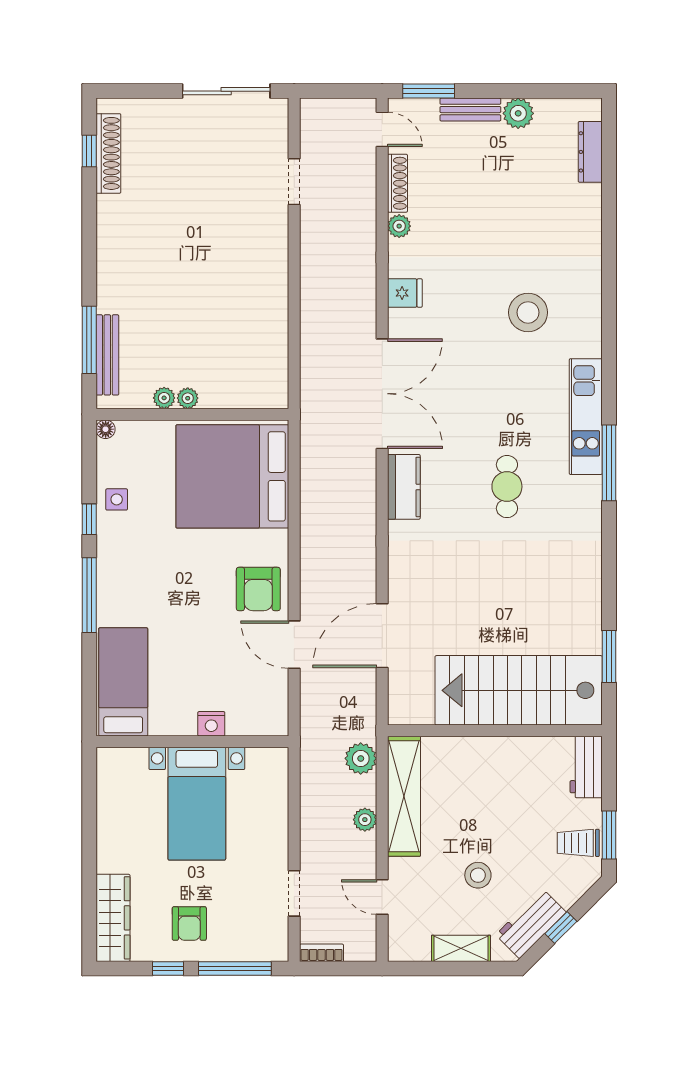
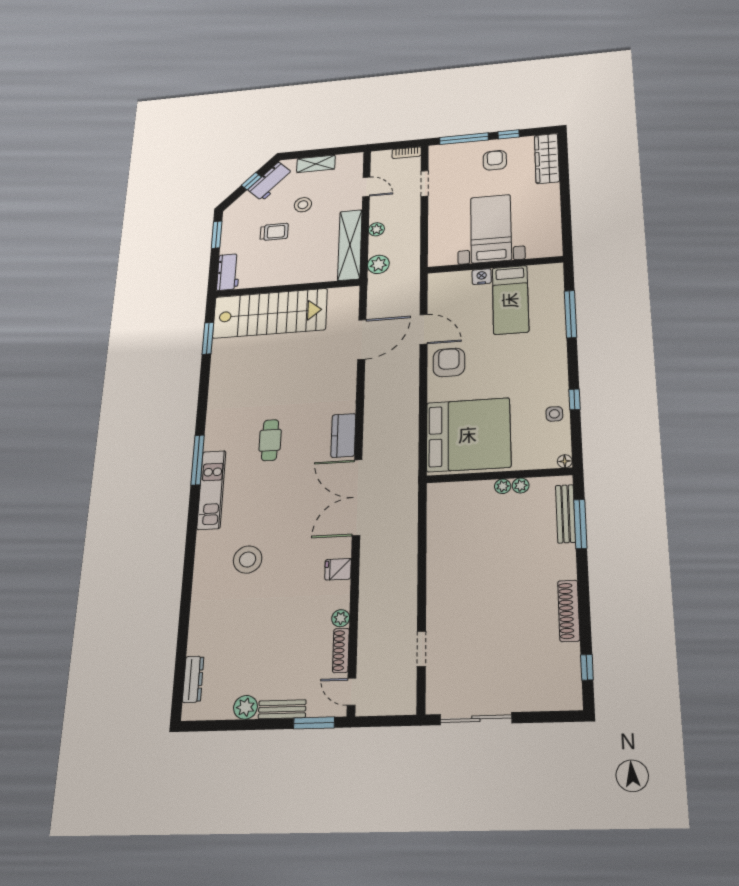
shoe rack: (108, 153) -> (569, 611), moved
window: (89, 595) -> (571, 314), moved
bed: (123, 682) -> (510, 300), moved
trolley: (578, 843) -> (274, 232), moved

